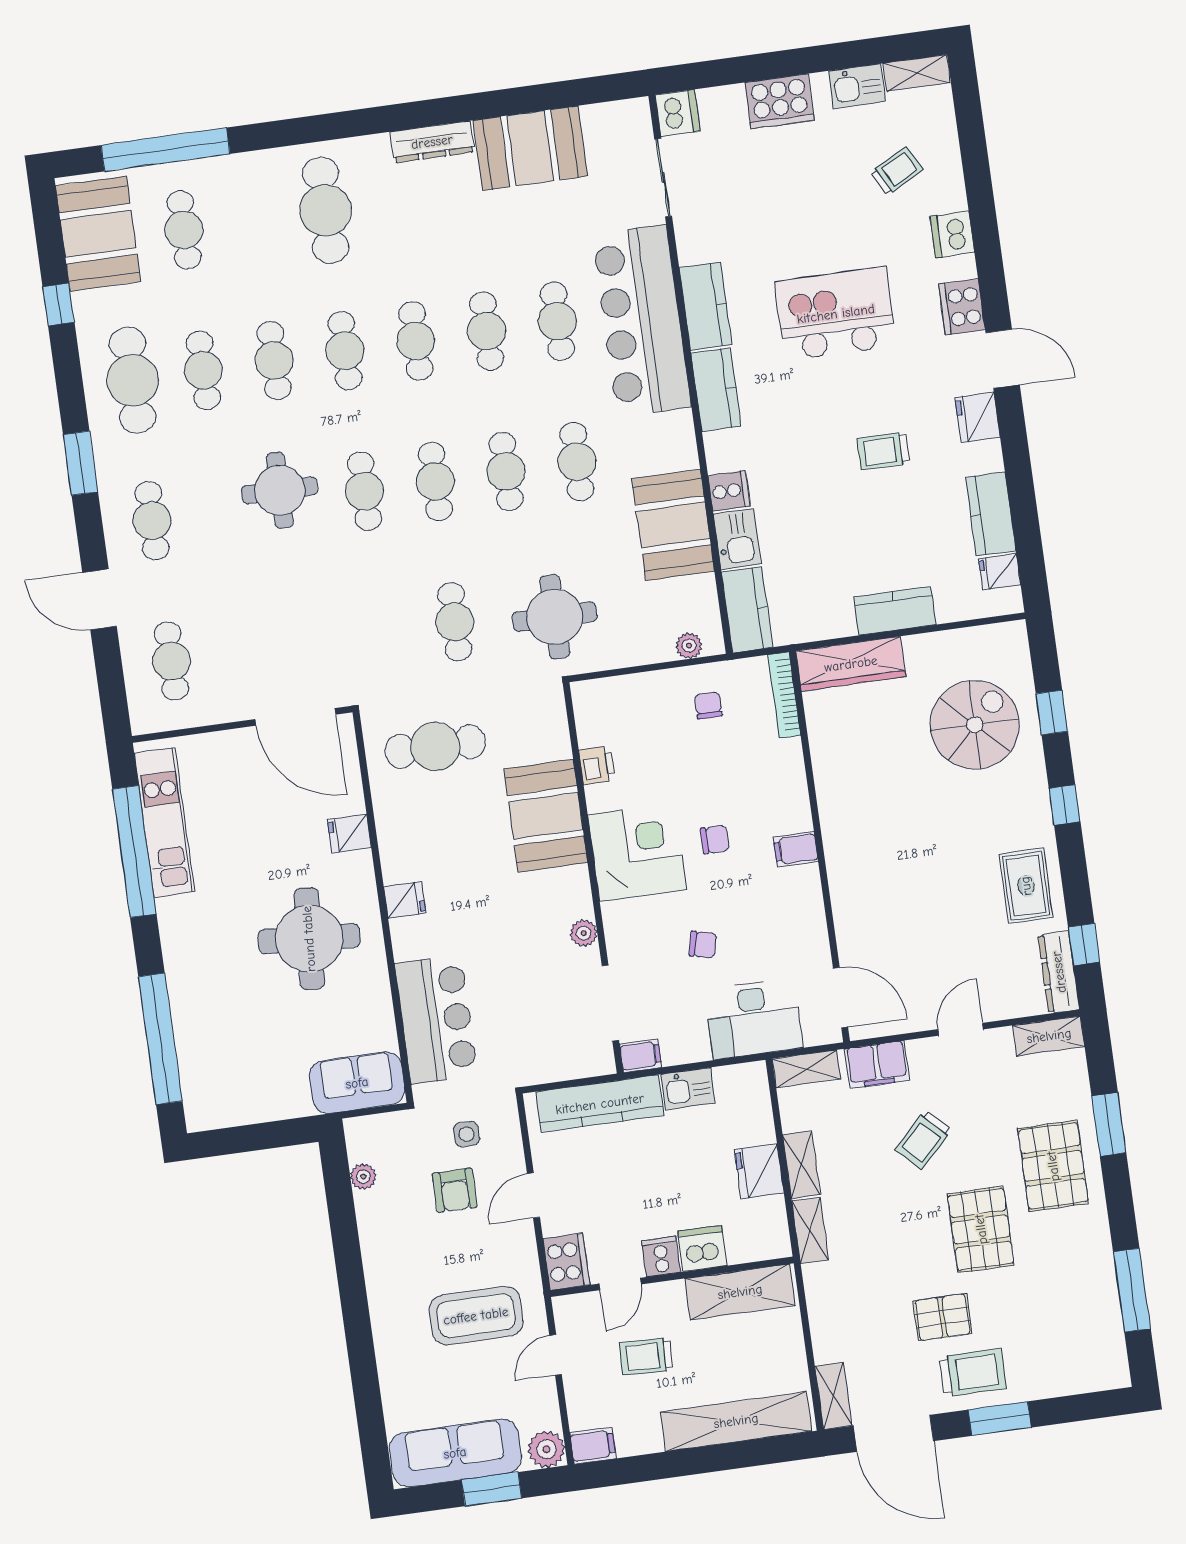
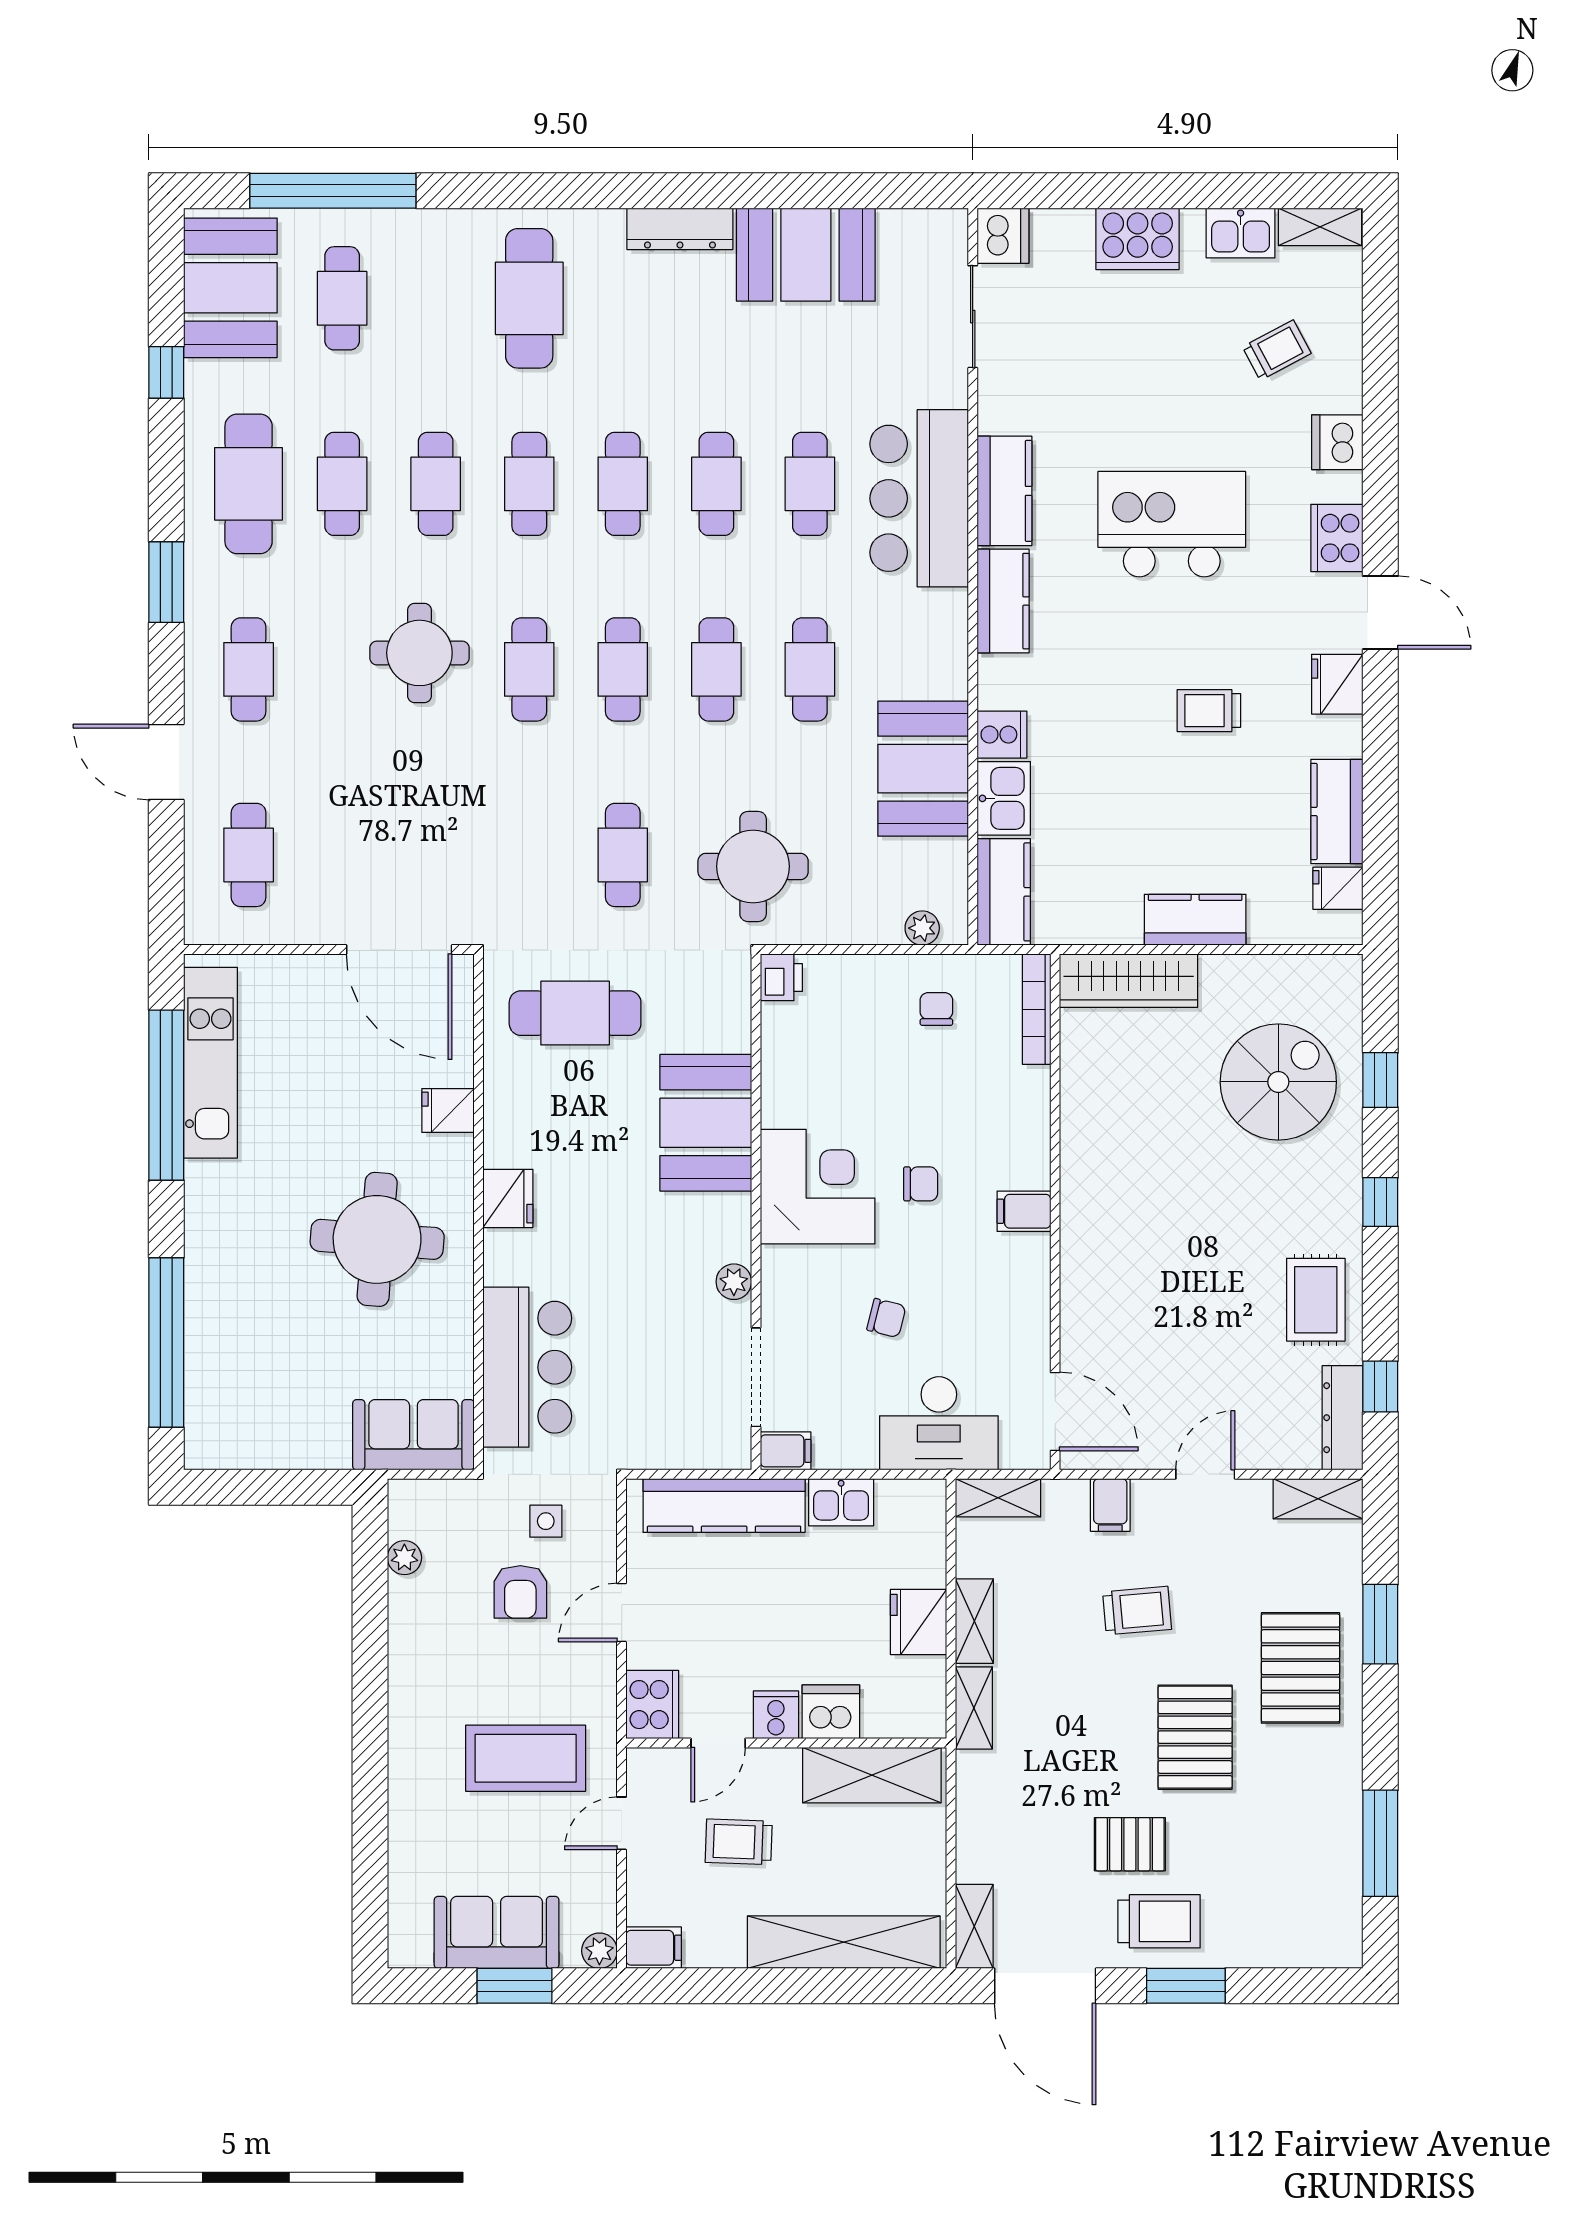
bar counter: (642, 321) -> (919, 498), width x0.73
printer: (597, 765) -> (781, 978), moved
fridge: (405, 900) -> (508, 1198), width x1.38
filing cabinet: (877, 1065) -> (1110, 1505), width x0.50
trolley: (923, 1140) -> (1137, 1611), turned -140
plant: (546, 1449) -> (599, 1951), width x0.73, depth x0.73
sofa: (455, 1453) -> (497, 1932), width x0.73

